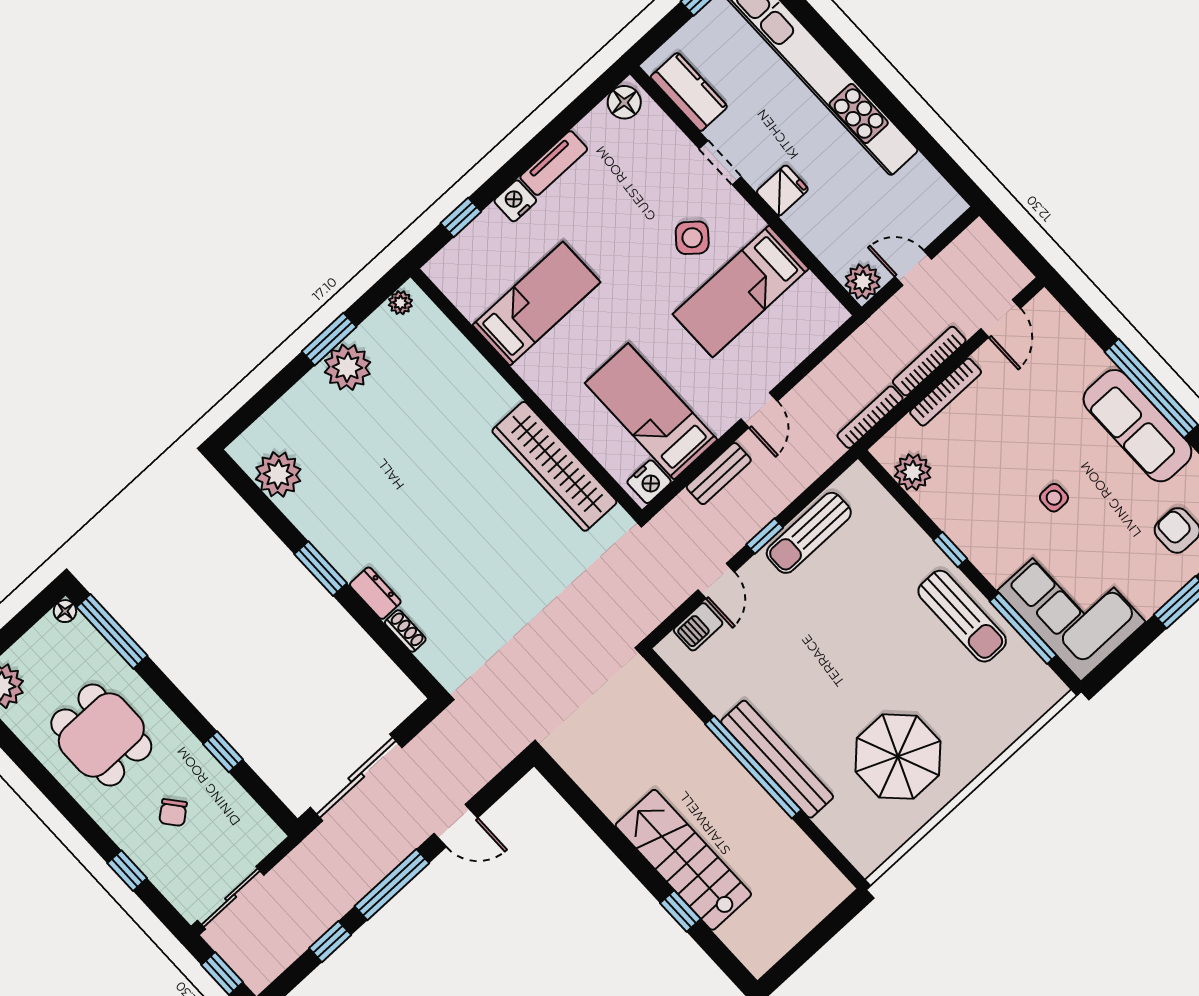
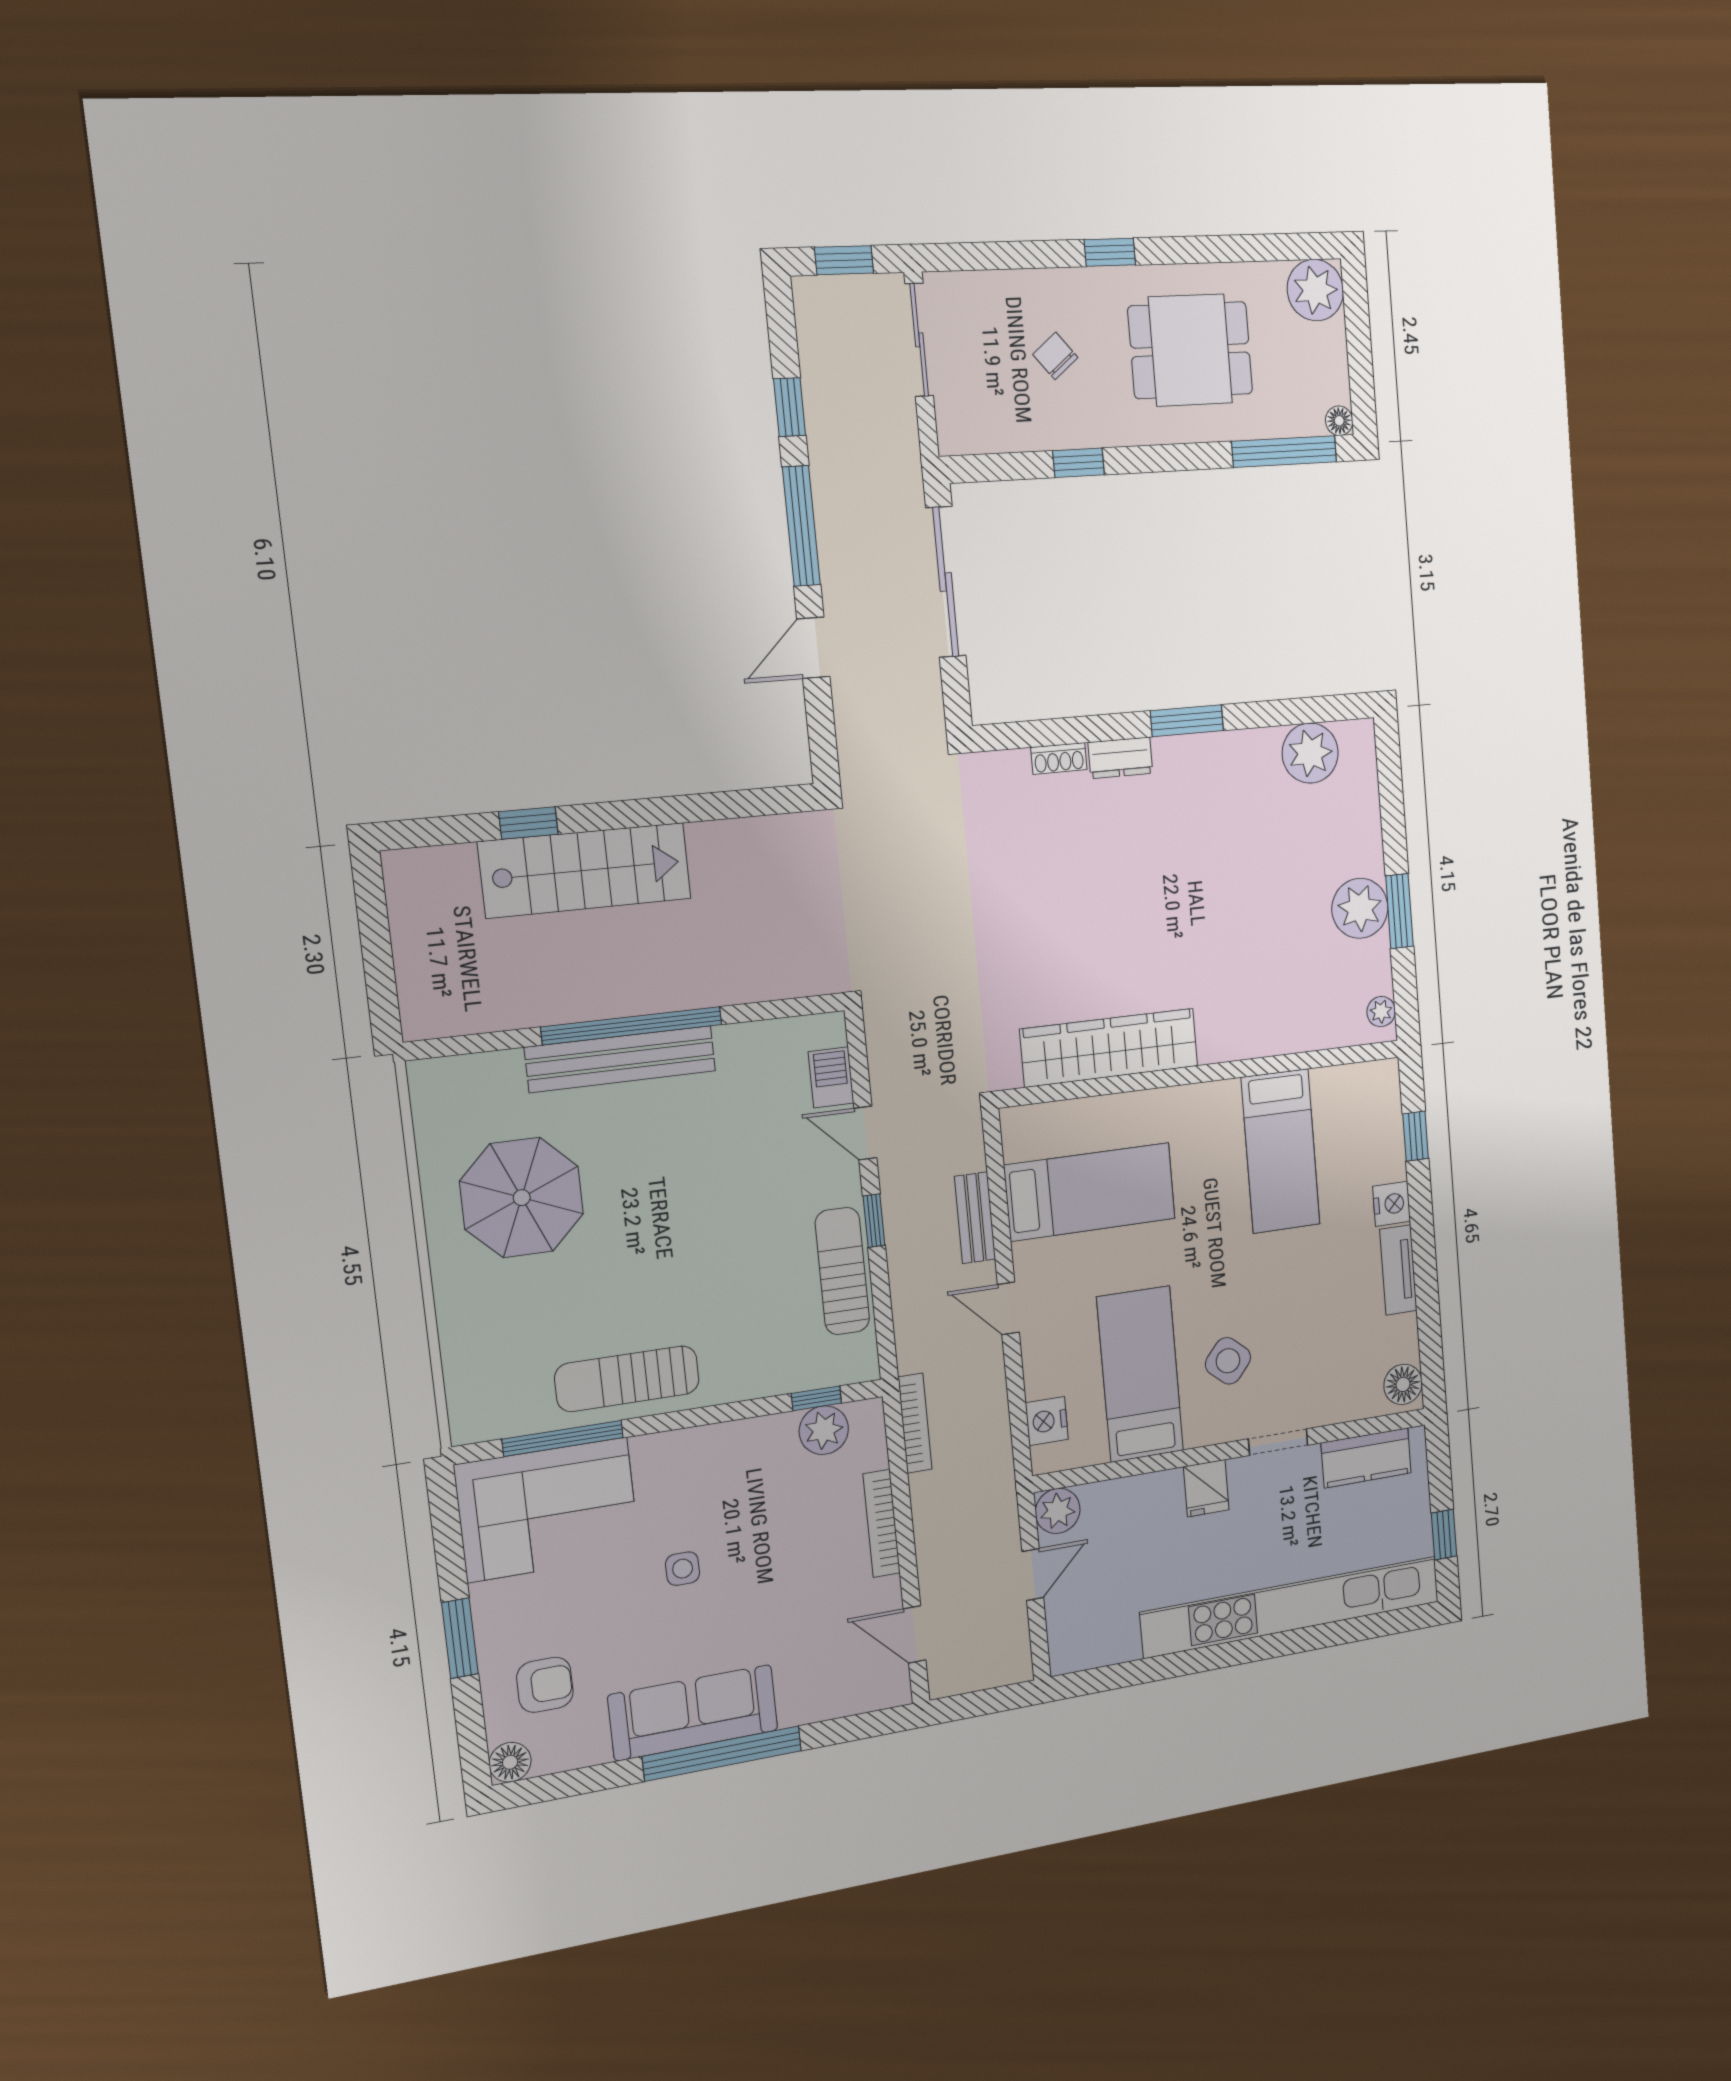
bookcase: (929, 361) -> (926, 1527), removed
nightstand: (649, 482) -> (1047, 1421), moved
window: (950, 549) -> (816, 1398), moved
window: (127, 871) -> (1110, 252), moved

